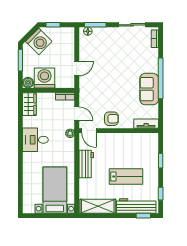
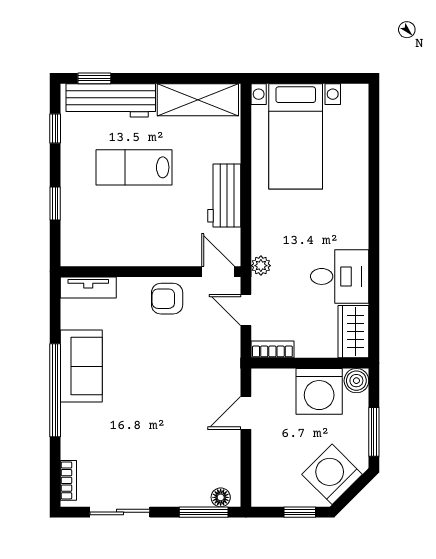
desk: (35, 140) -> (340, 276), moved

